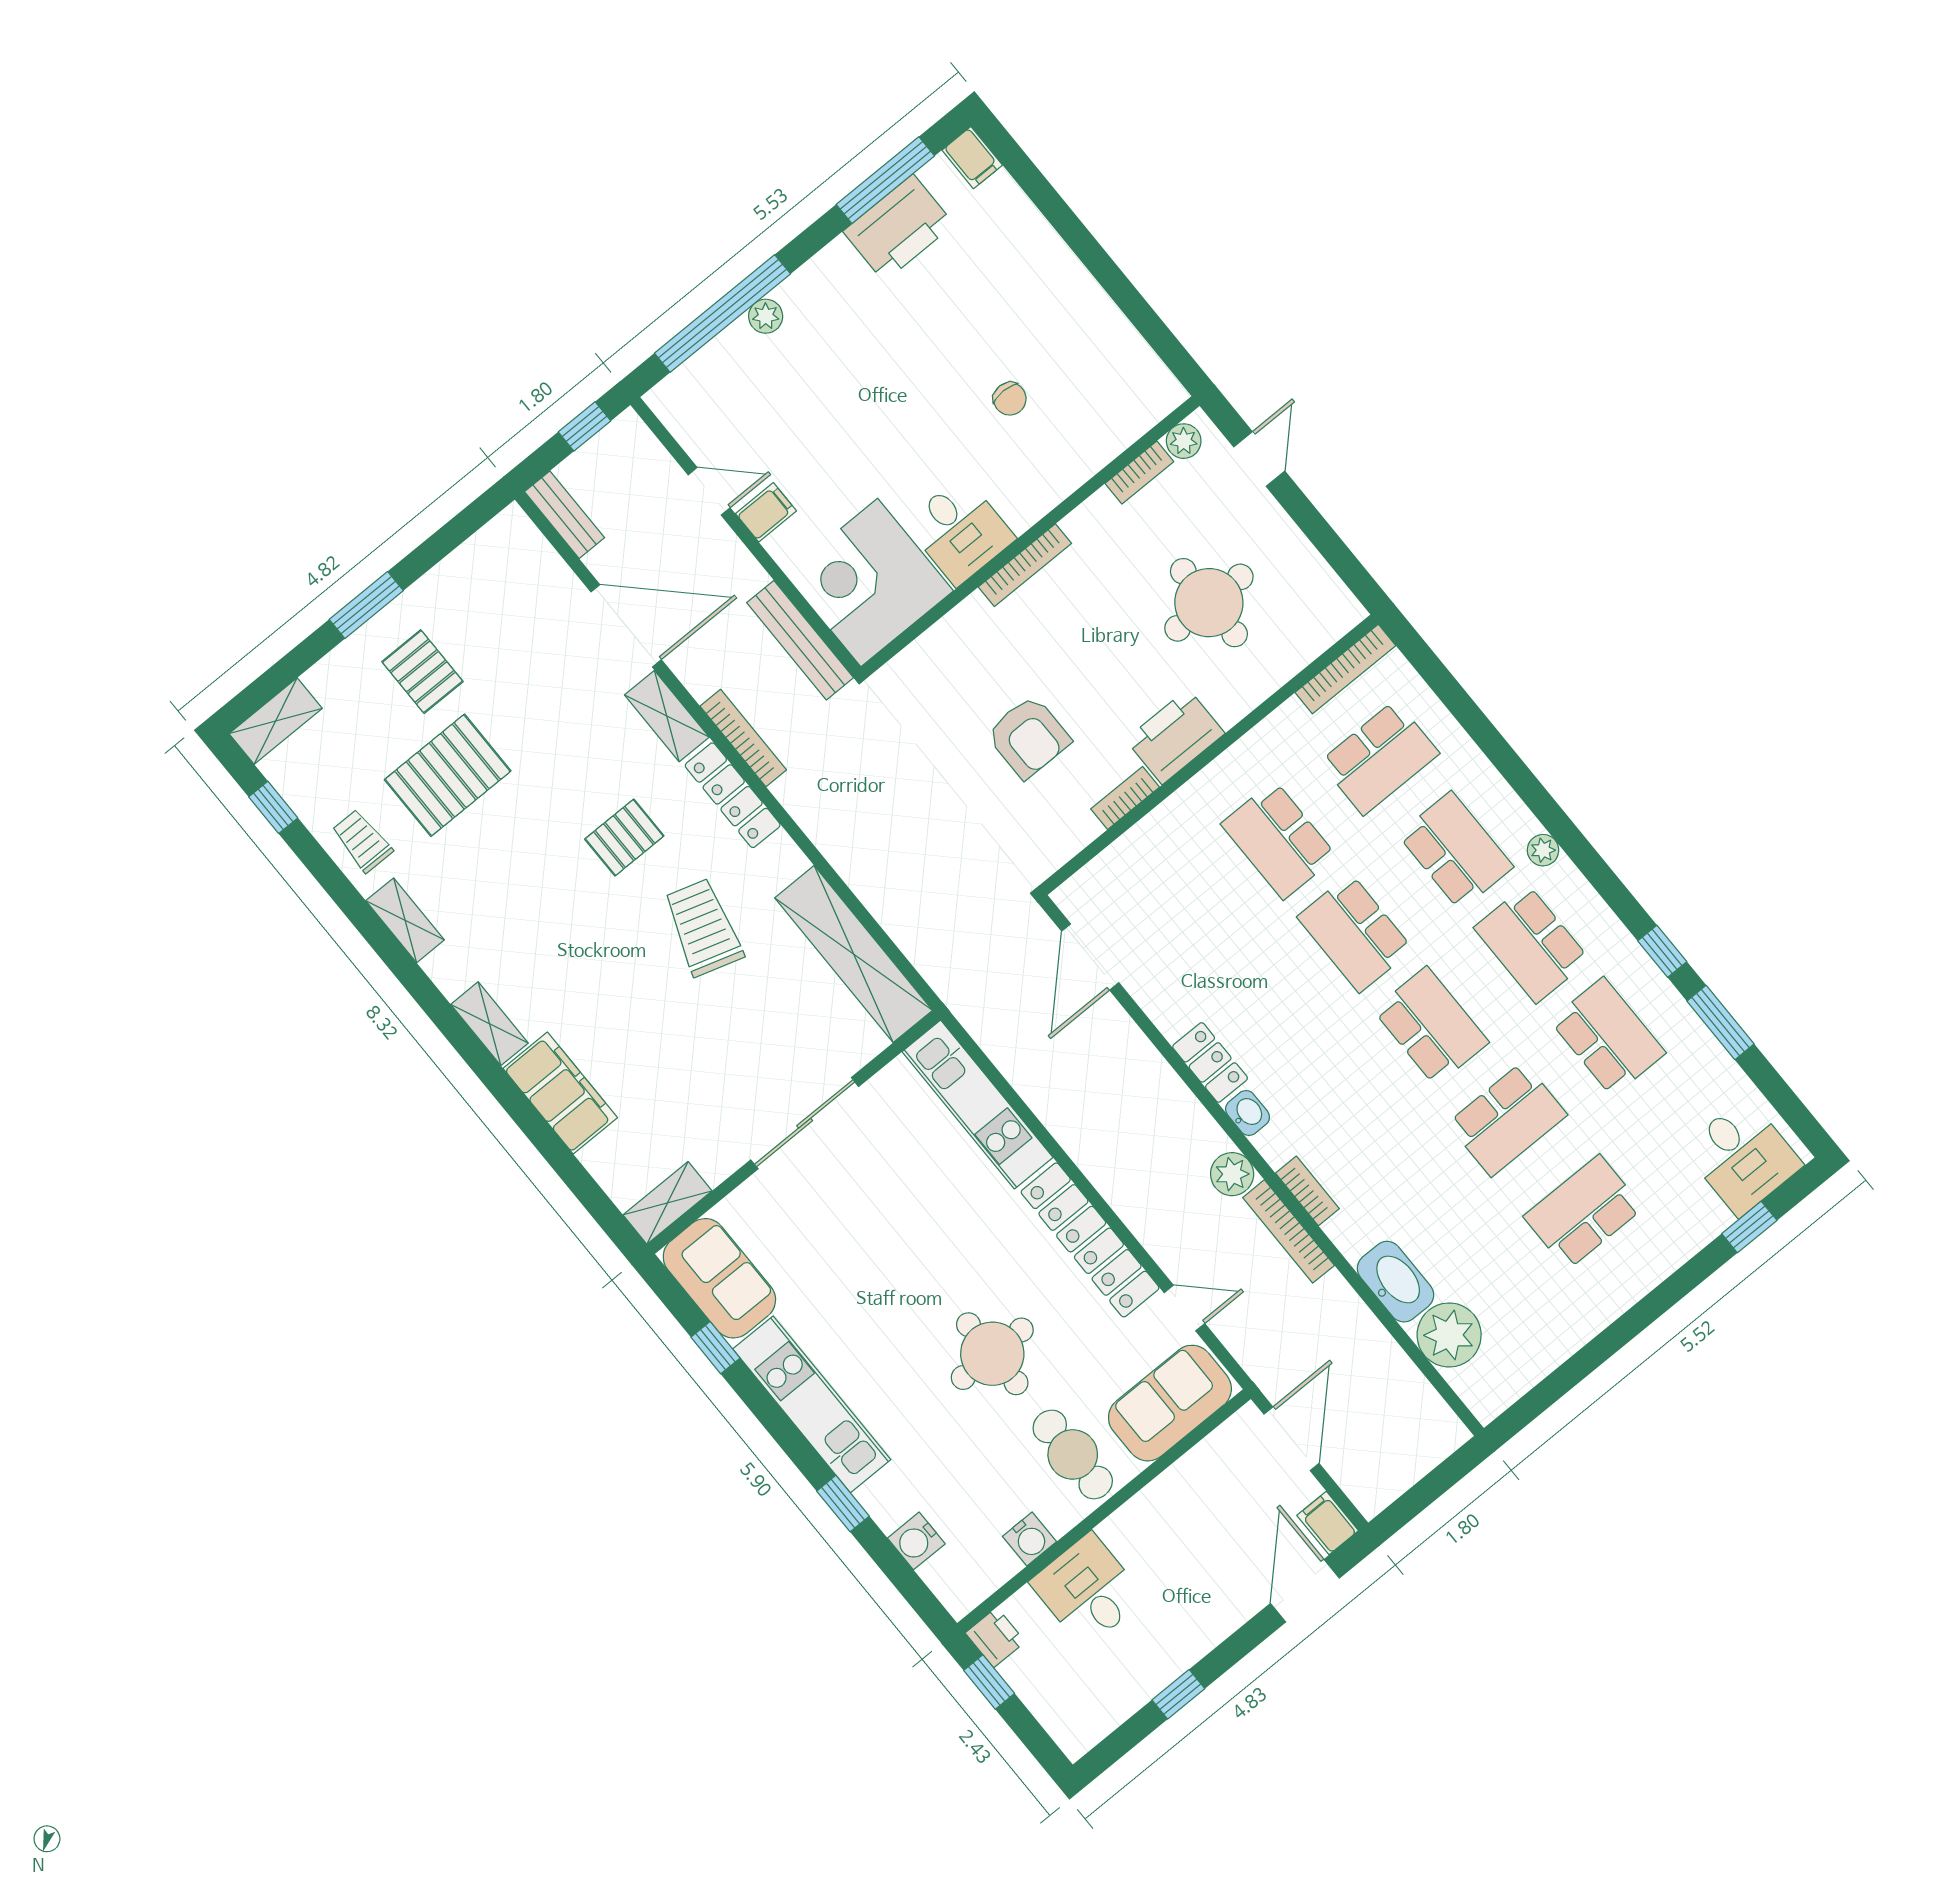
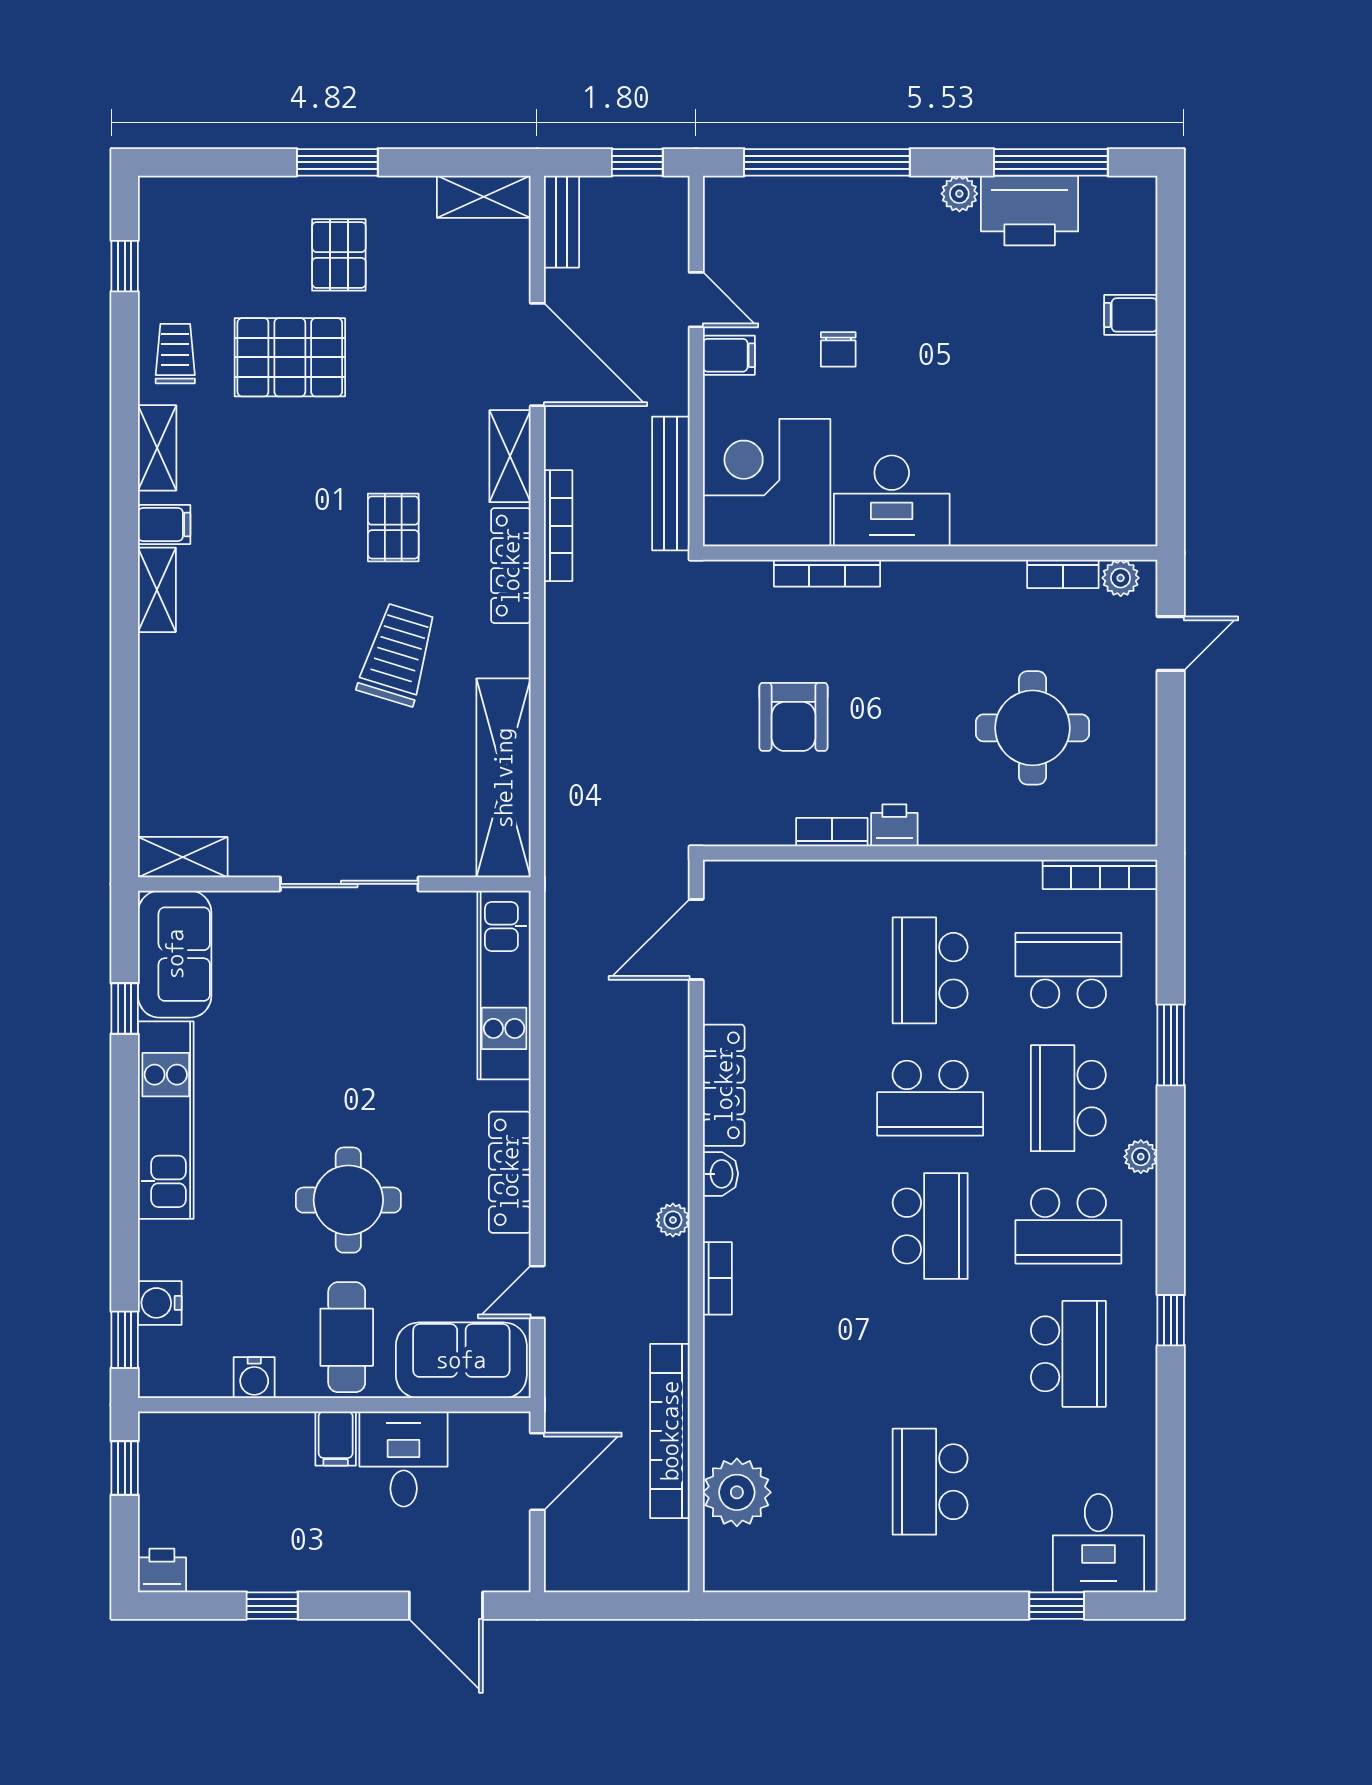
filing cabinet: (972, 158) -> (1131, 315), moved, turned 90
plant: (766, 316) -> (959, 194), moved
chair: (1010, 399) -> (838, 349), moved
desk: (960, 531) -> (892, 501), width x1.37
bookcase: (1025, 565) -> (827, 573), moved
shelving: (276, 721) -> (484, 197), moved
printer: (1175, 736) -> (894, 825), width x0.53, depth x0.68
school desk: (1379, 758) -> (1068, 970), turned 180
pallet: (624, 838) -> (393, 527), turned 90
school desk: (1456, 851) -> (1068, 1098), turned 180
school desk: (1355, 933) -> (930, 1098), turned -90
school desk: (1532, 944) -> (1068, 1226), turned -90
window: (1720, 1022) -> (1171, 1045), moved
locker: (1210, 1062) -> (724, 1085), width x1.53
filing cabinet: (560, 1093) -> (164, 524), moved, width x0.33, depth x0.86
school desk: (1507, 1119) -> (930, 1354), removed
plant: (1232, 1174) -> (673, 1220), width x0.73, depth x0.73
school desk: (1583, 1212) -> (930, 1482), turned -90
bookcase: (1289, 1231) -> (670, 1431), moved, width x1.48, depth x1.31
locker: (1090, 1240) -> (510, 1172), width x0.71, depth x0.83
washbasin: (1396, 1282) -> (729, 1412), removed
door: (1184, 1308) -> (537, 1292), swing flipped
window: (843, 1504) -> (125, 1340), moved
filing cabinet: (1328, 1523) -> (336, 1439), moved, turned 180
desk: (1088, 1590) -> (404, 1459), moved
door: (1305, 1591) -> (446, 1606), swing flipped
printer: (995, 1637) -> (162, 1570), moved, turned -90

